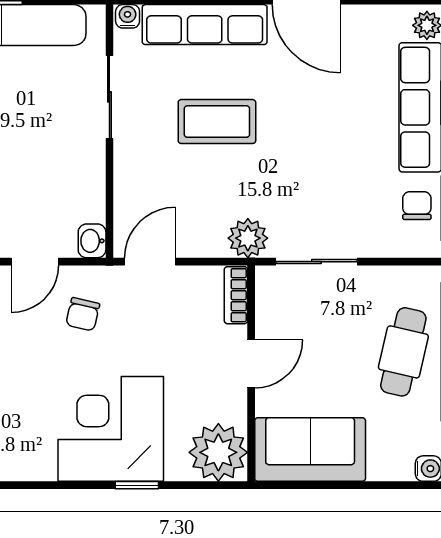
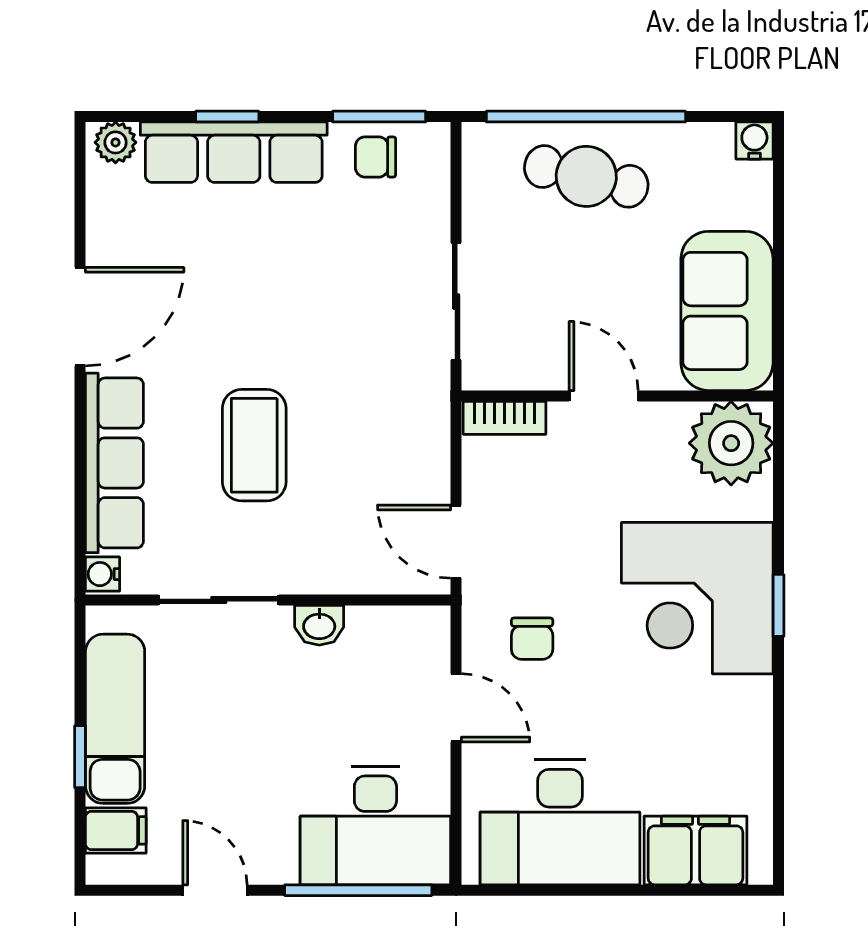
plant: (248, 238) -> (422, 401), removed
washbasin: (92, 241) -> (319, 625), moved
chair: (83, 314) -> (532, 639), turned 77
window: (137, 485) -> (778, 605), moved

